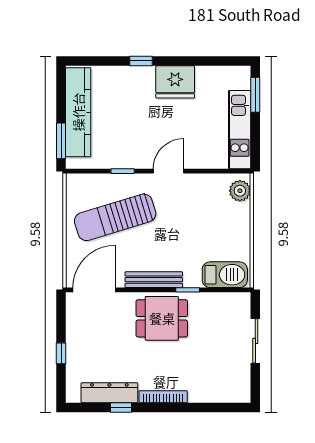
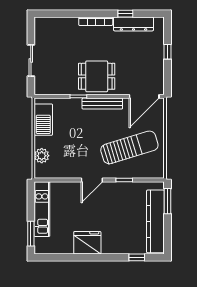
window: (141, 61) -> (137, 257), moved
plant: (240, 191) -> (42, 156), moved
barbecue: (225, 275) -> (43, 120), moved, turned -90

